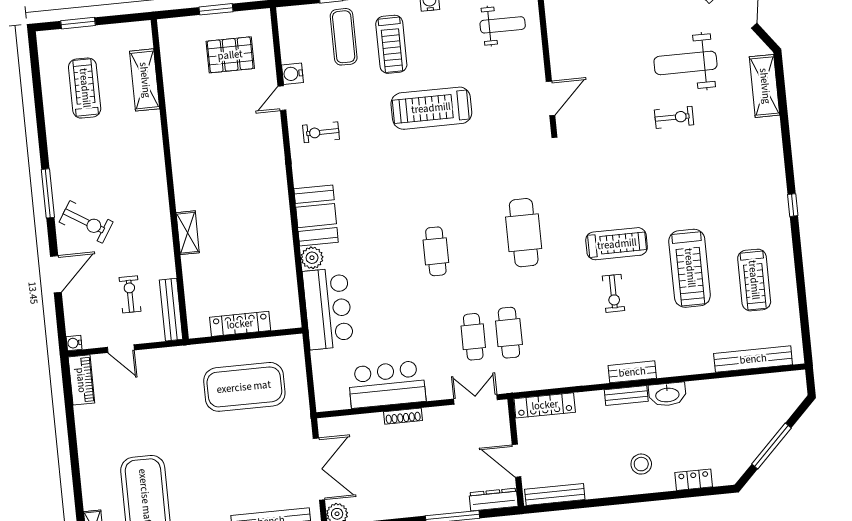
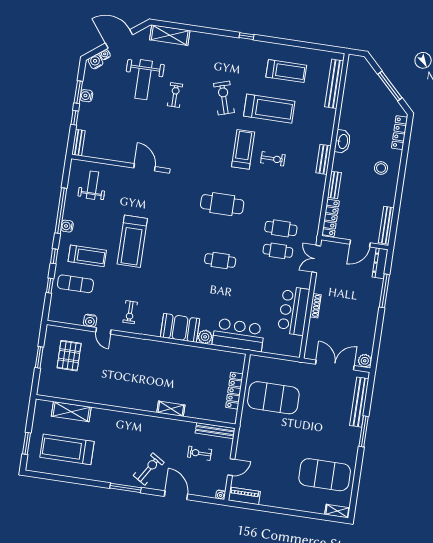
treadmill: (85, 88) -> (67, 449), width x1.37, depth x1.38
exercise bike: (688, 194) -> (224, 98), added
exercise mat: (244, 387) -> (273, 398), turned 90
bench: (626, 396) -> (334, 185), moved
locker: (694, 480) -> (399, 133), width x1.53

